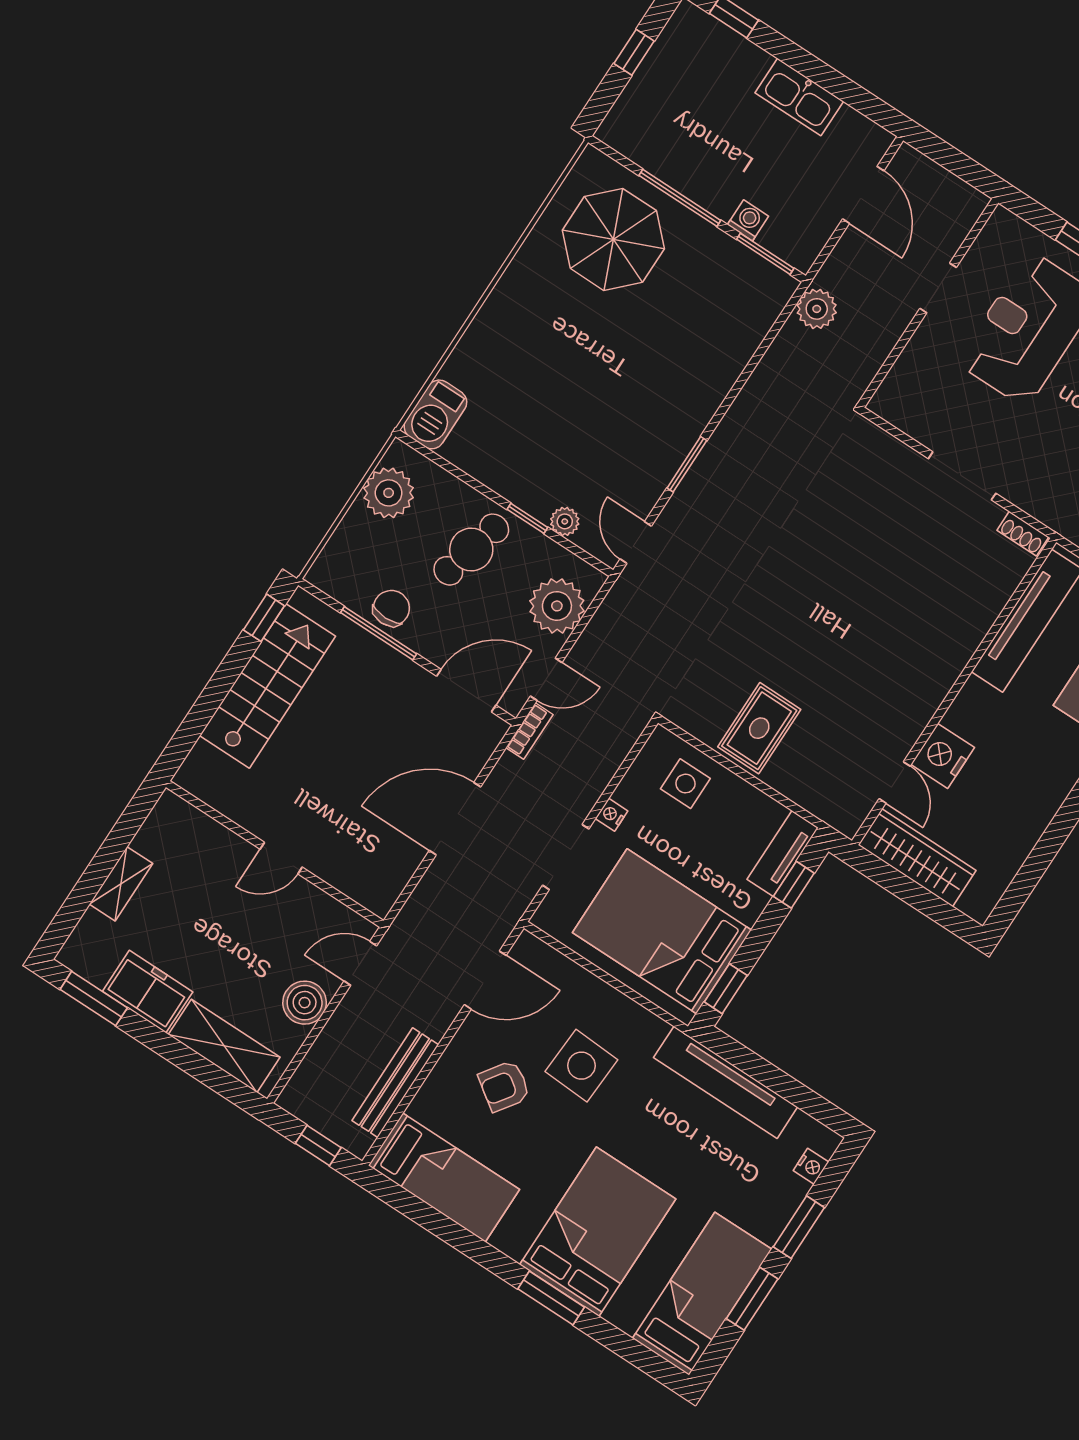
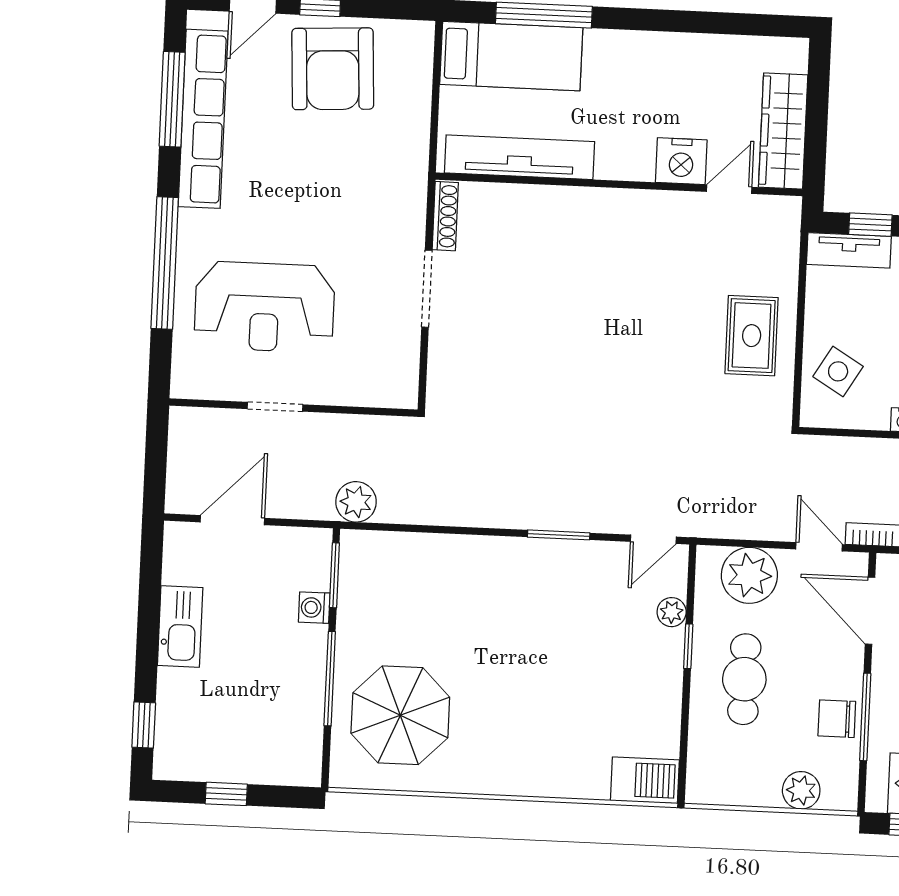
plant: (389, 493) -> (801, 790), moved, width x0.73, depth x0.73
shoe rack: (1023, 534) -> (445, 216), width x1.43
cafe table: (471, 550) -> (744, 679), turned 76
rug: (759, 728) -> (752, 336), turned 90
side table: (685, 784) -> (838, 371), turned 31

